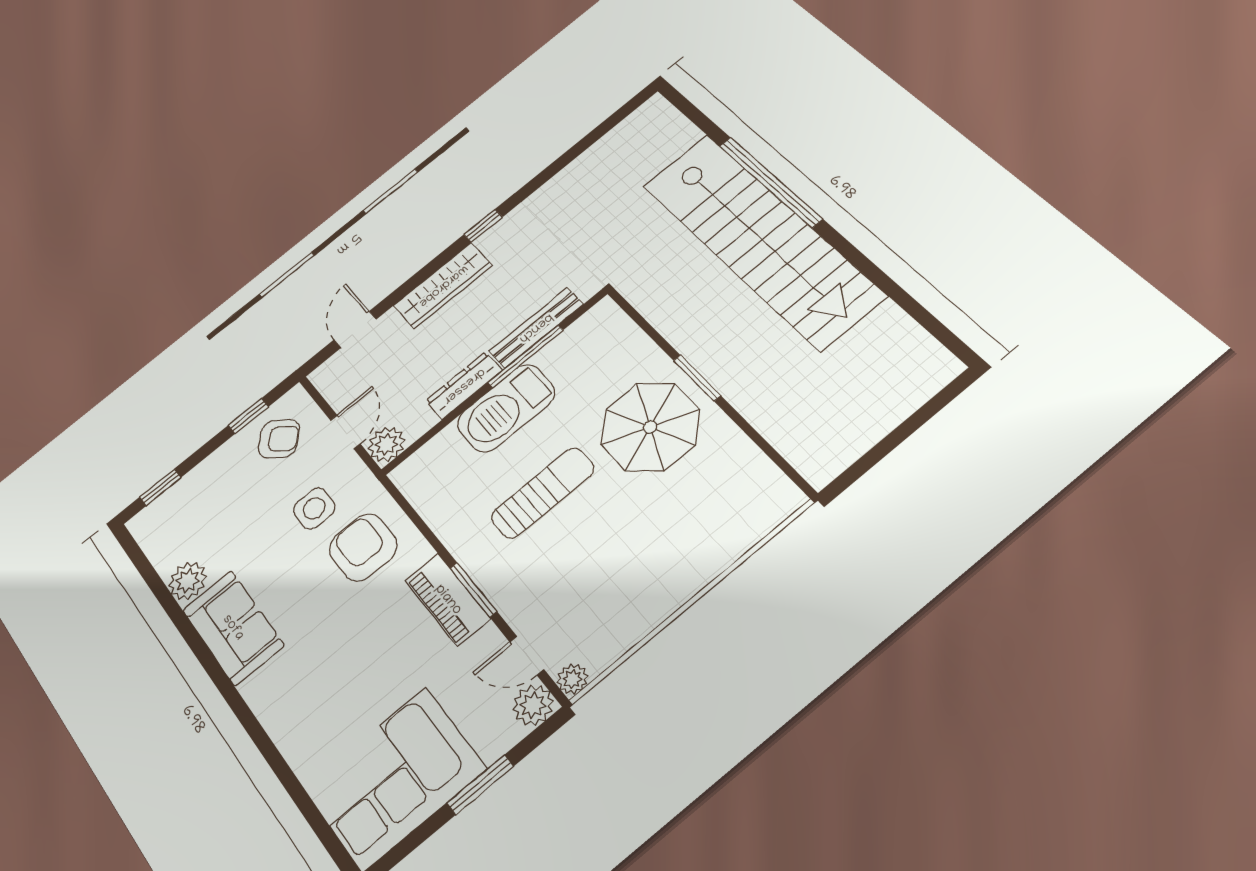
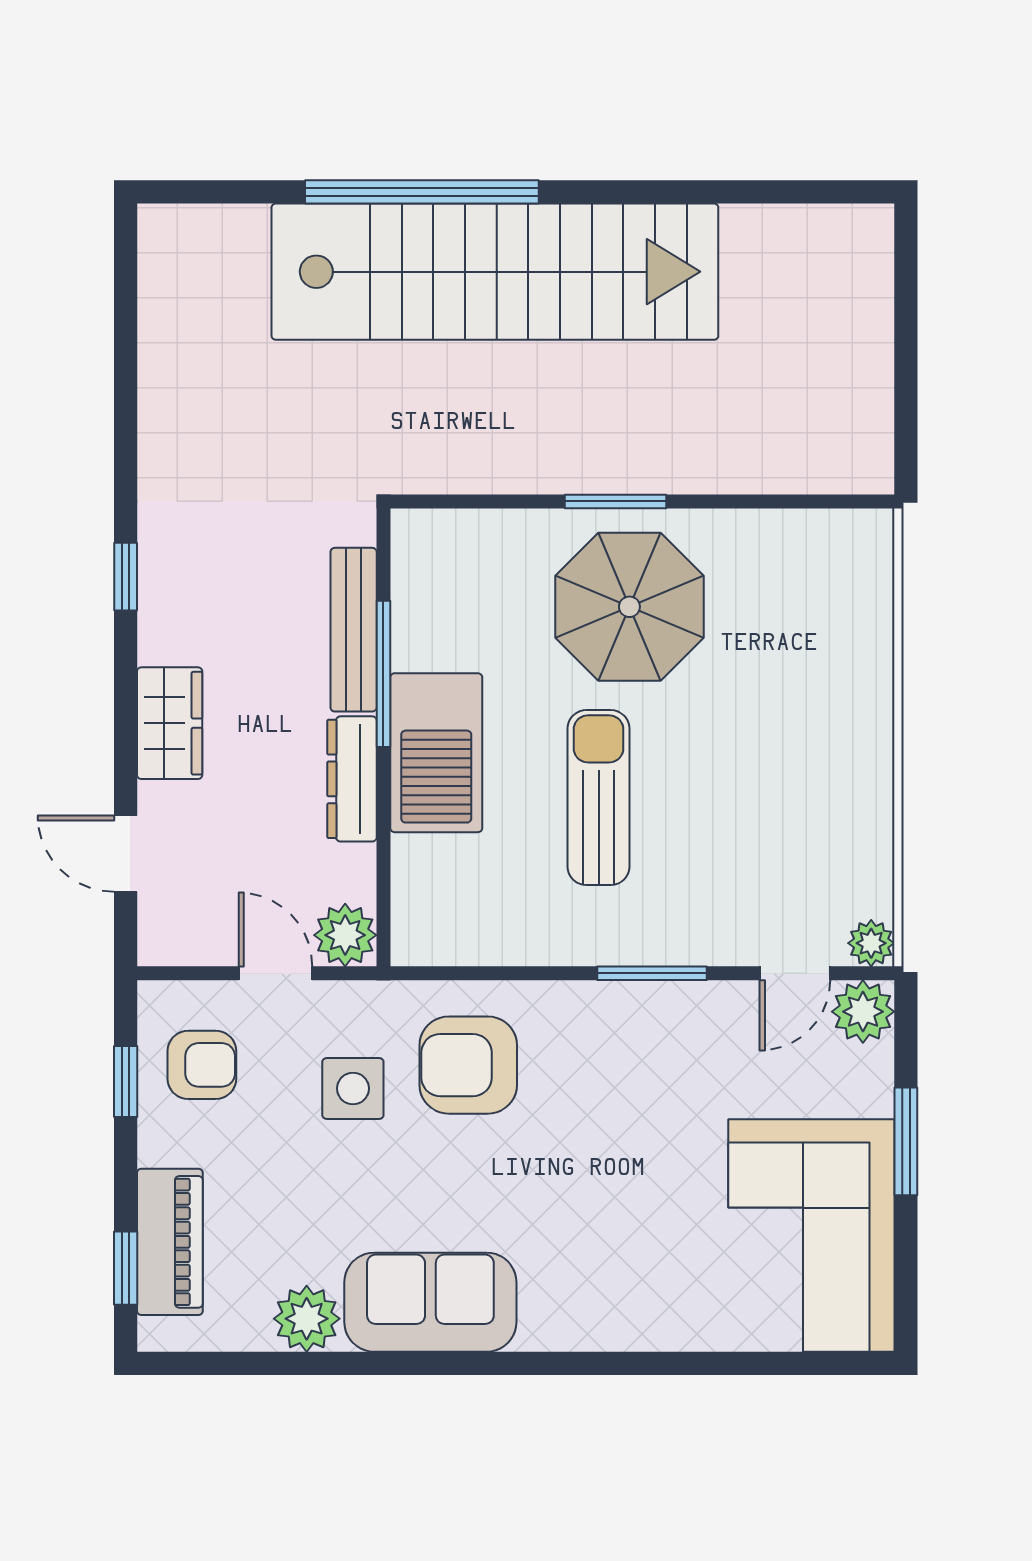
wardrobe: (443, 286) -> (170, 723), width x0.67
armchair: (279, 439) -> (202, 1065), turned 48
piano: (448, 600) -> (170, 1242), moved, turned -90

